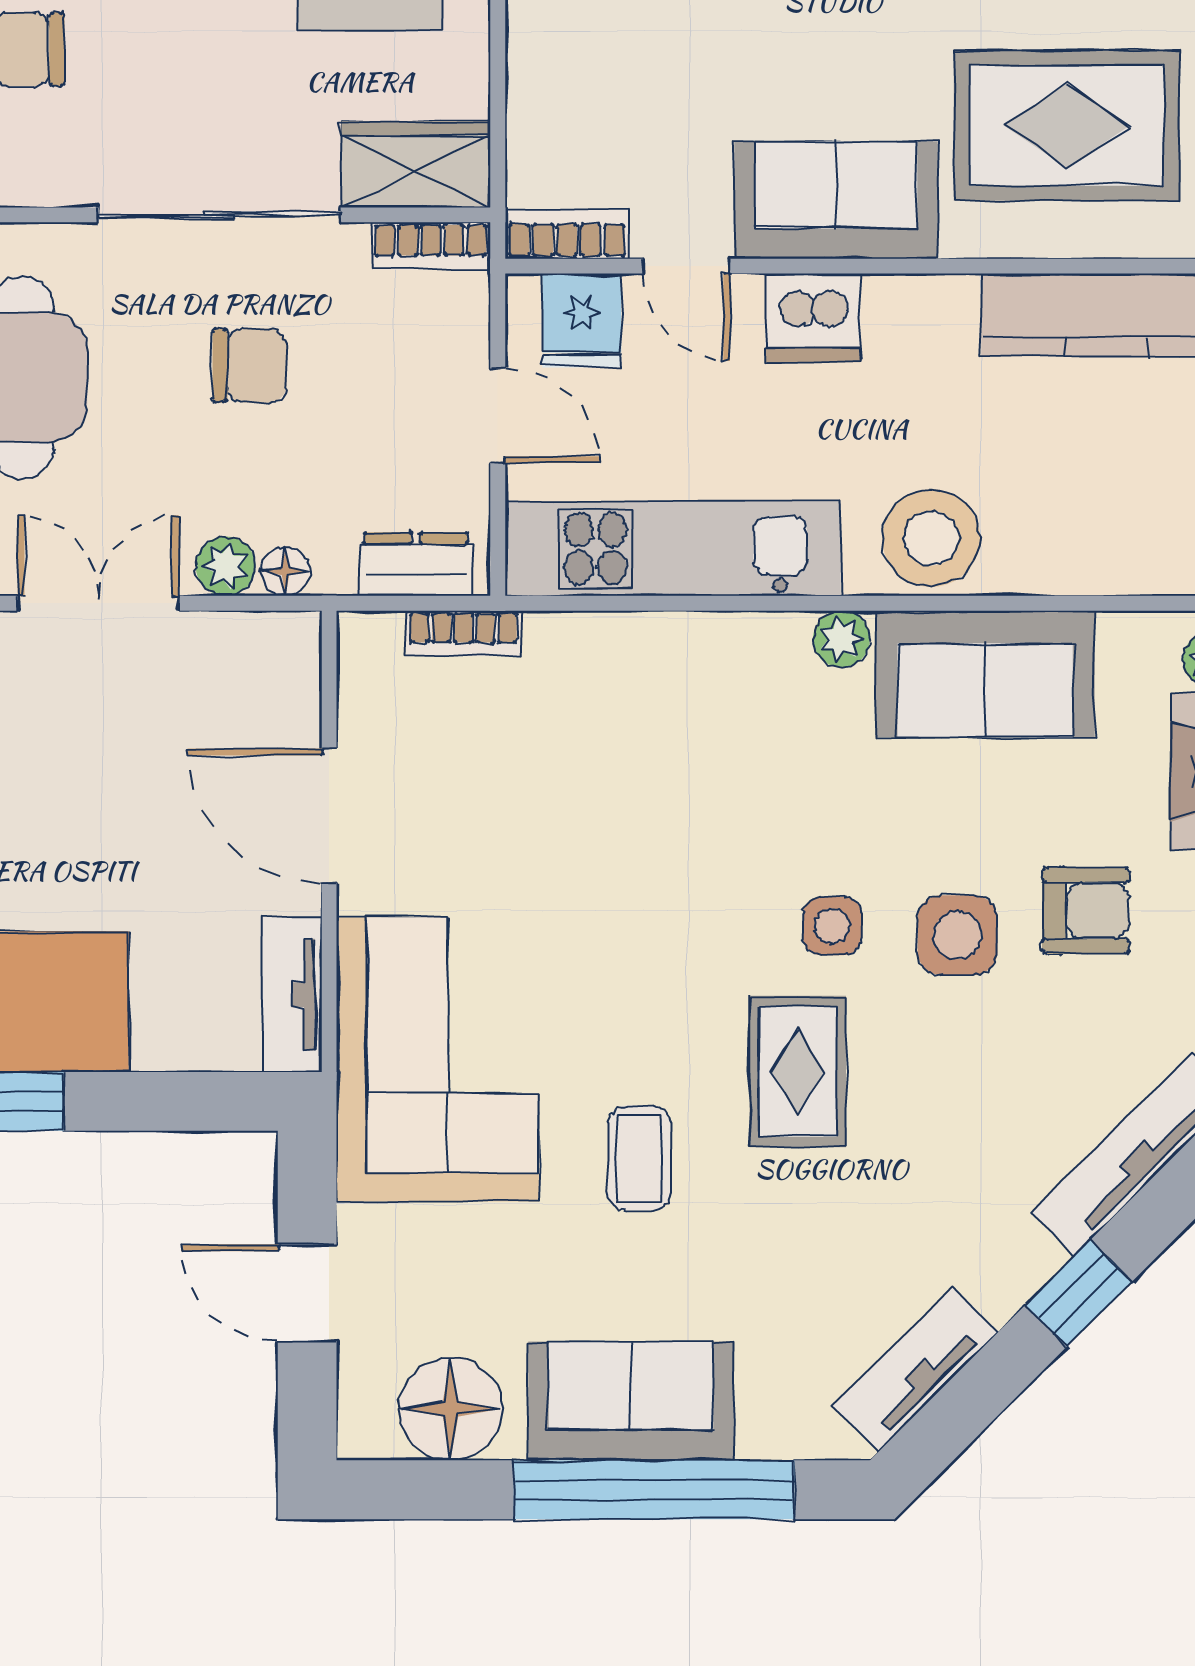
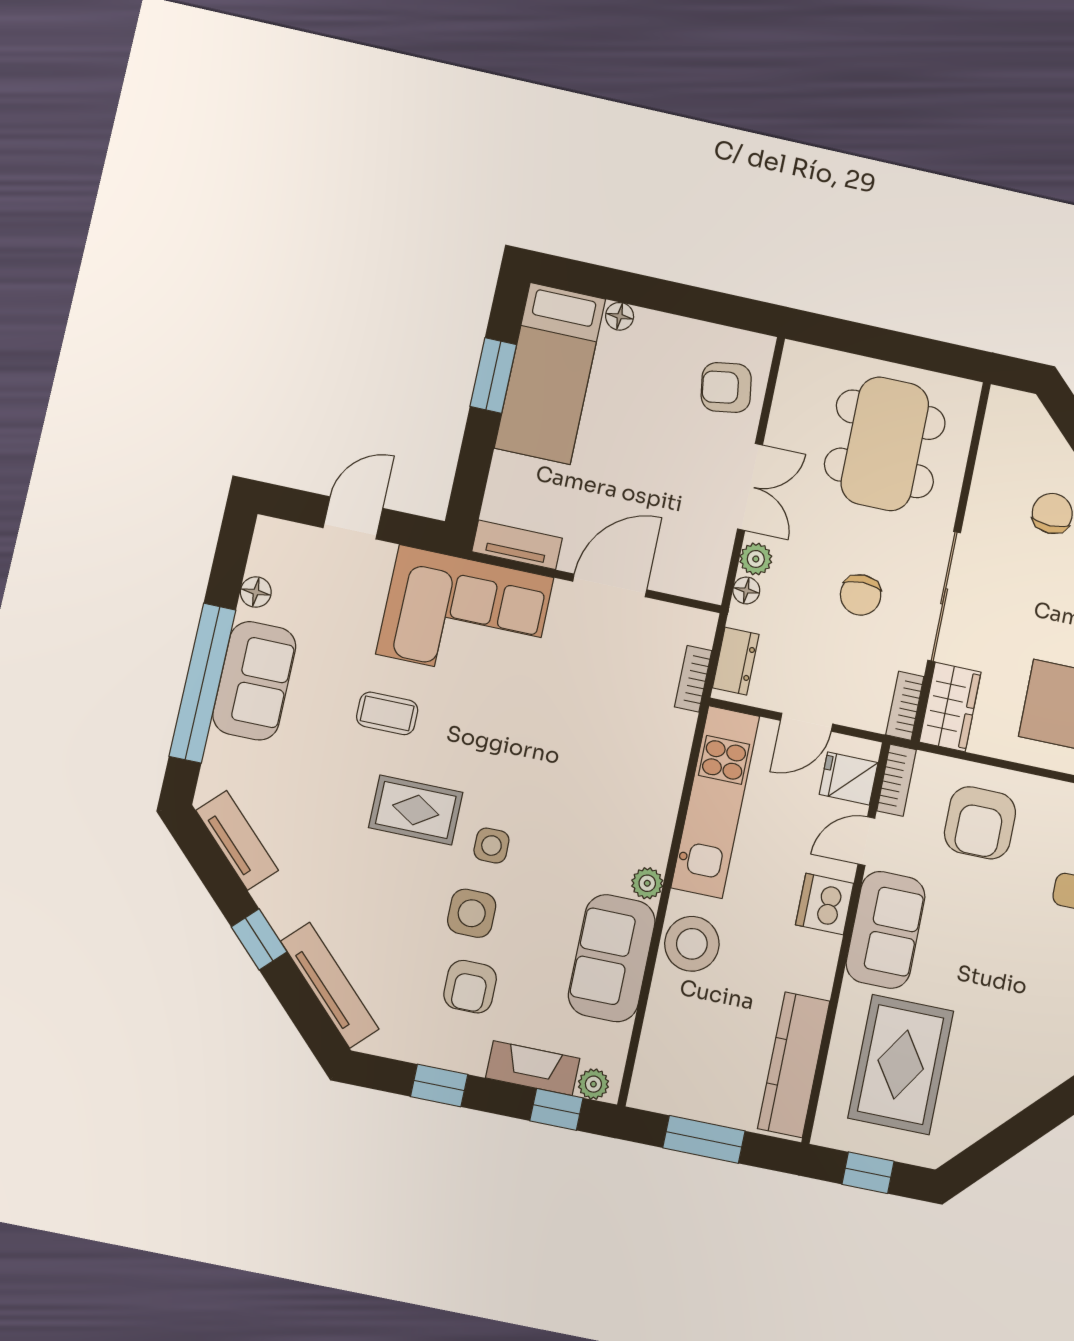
armchair: (611, 69) -> (980, 823), added
floor lamp: (451, 1409) -> (256, 592), width x0.53, depth x0.53

